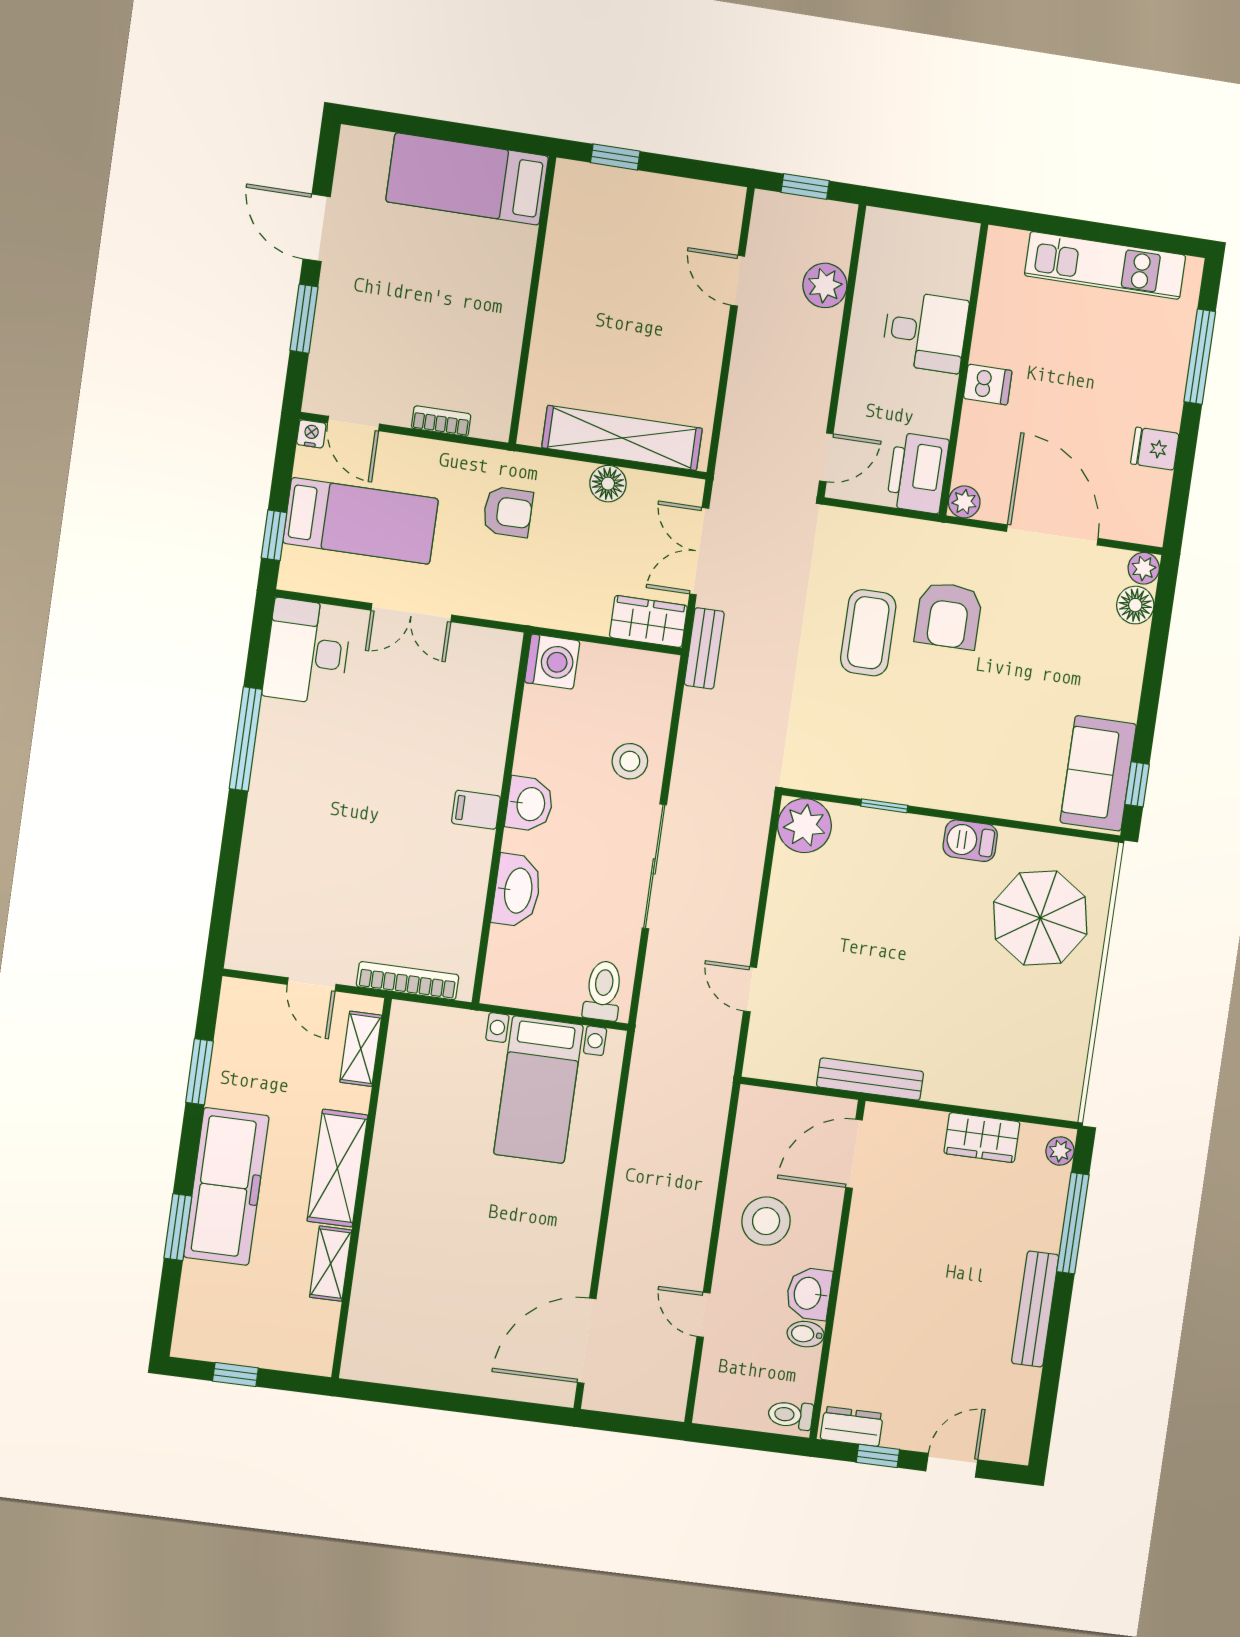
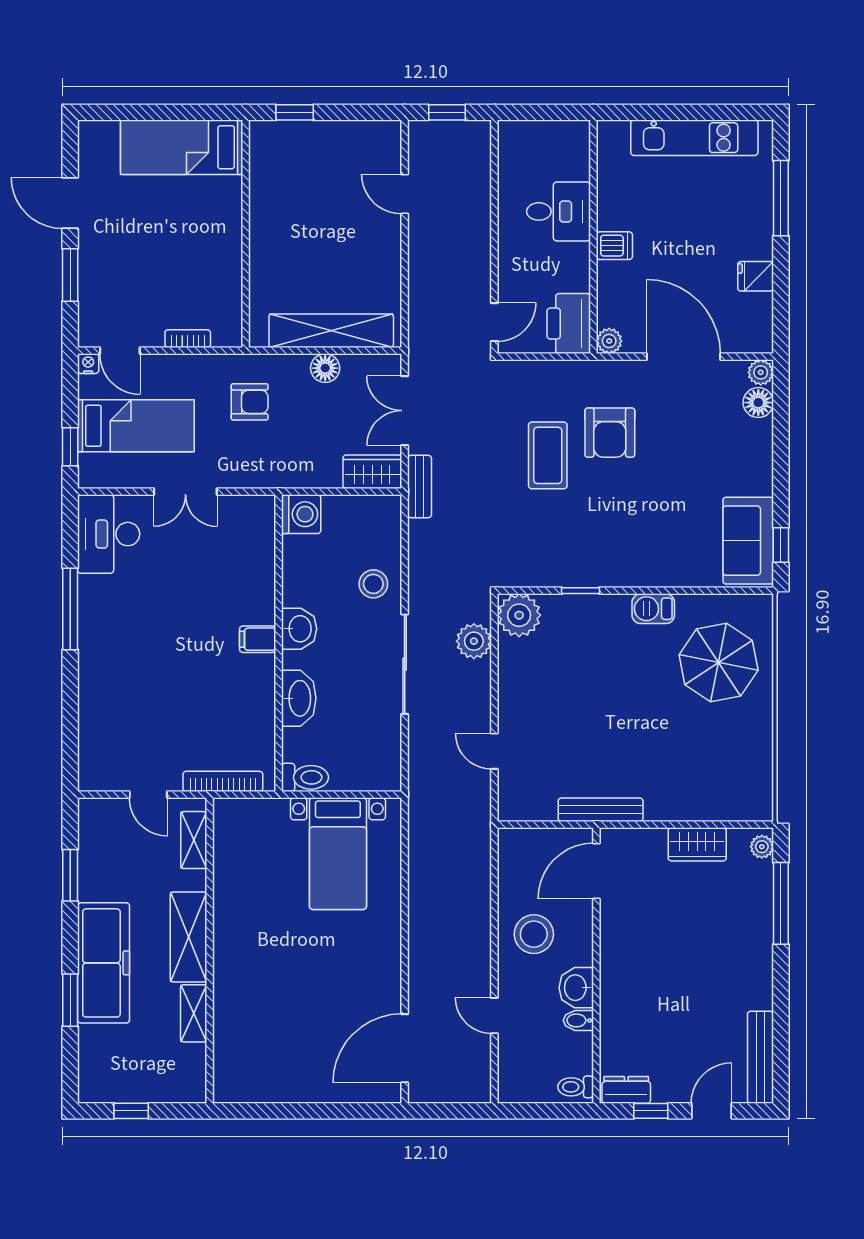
plant: (825, 285) -> (474, 641), moved
toilet: (603, 991) -> (305, 777), moved, turned 90
bench: (1035, 1309) -> (760, 1057), moved

